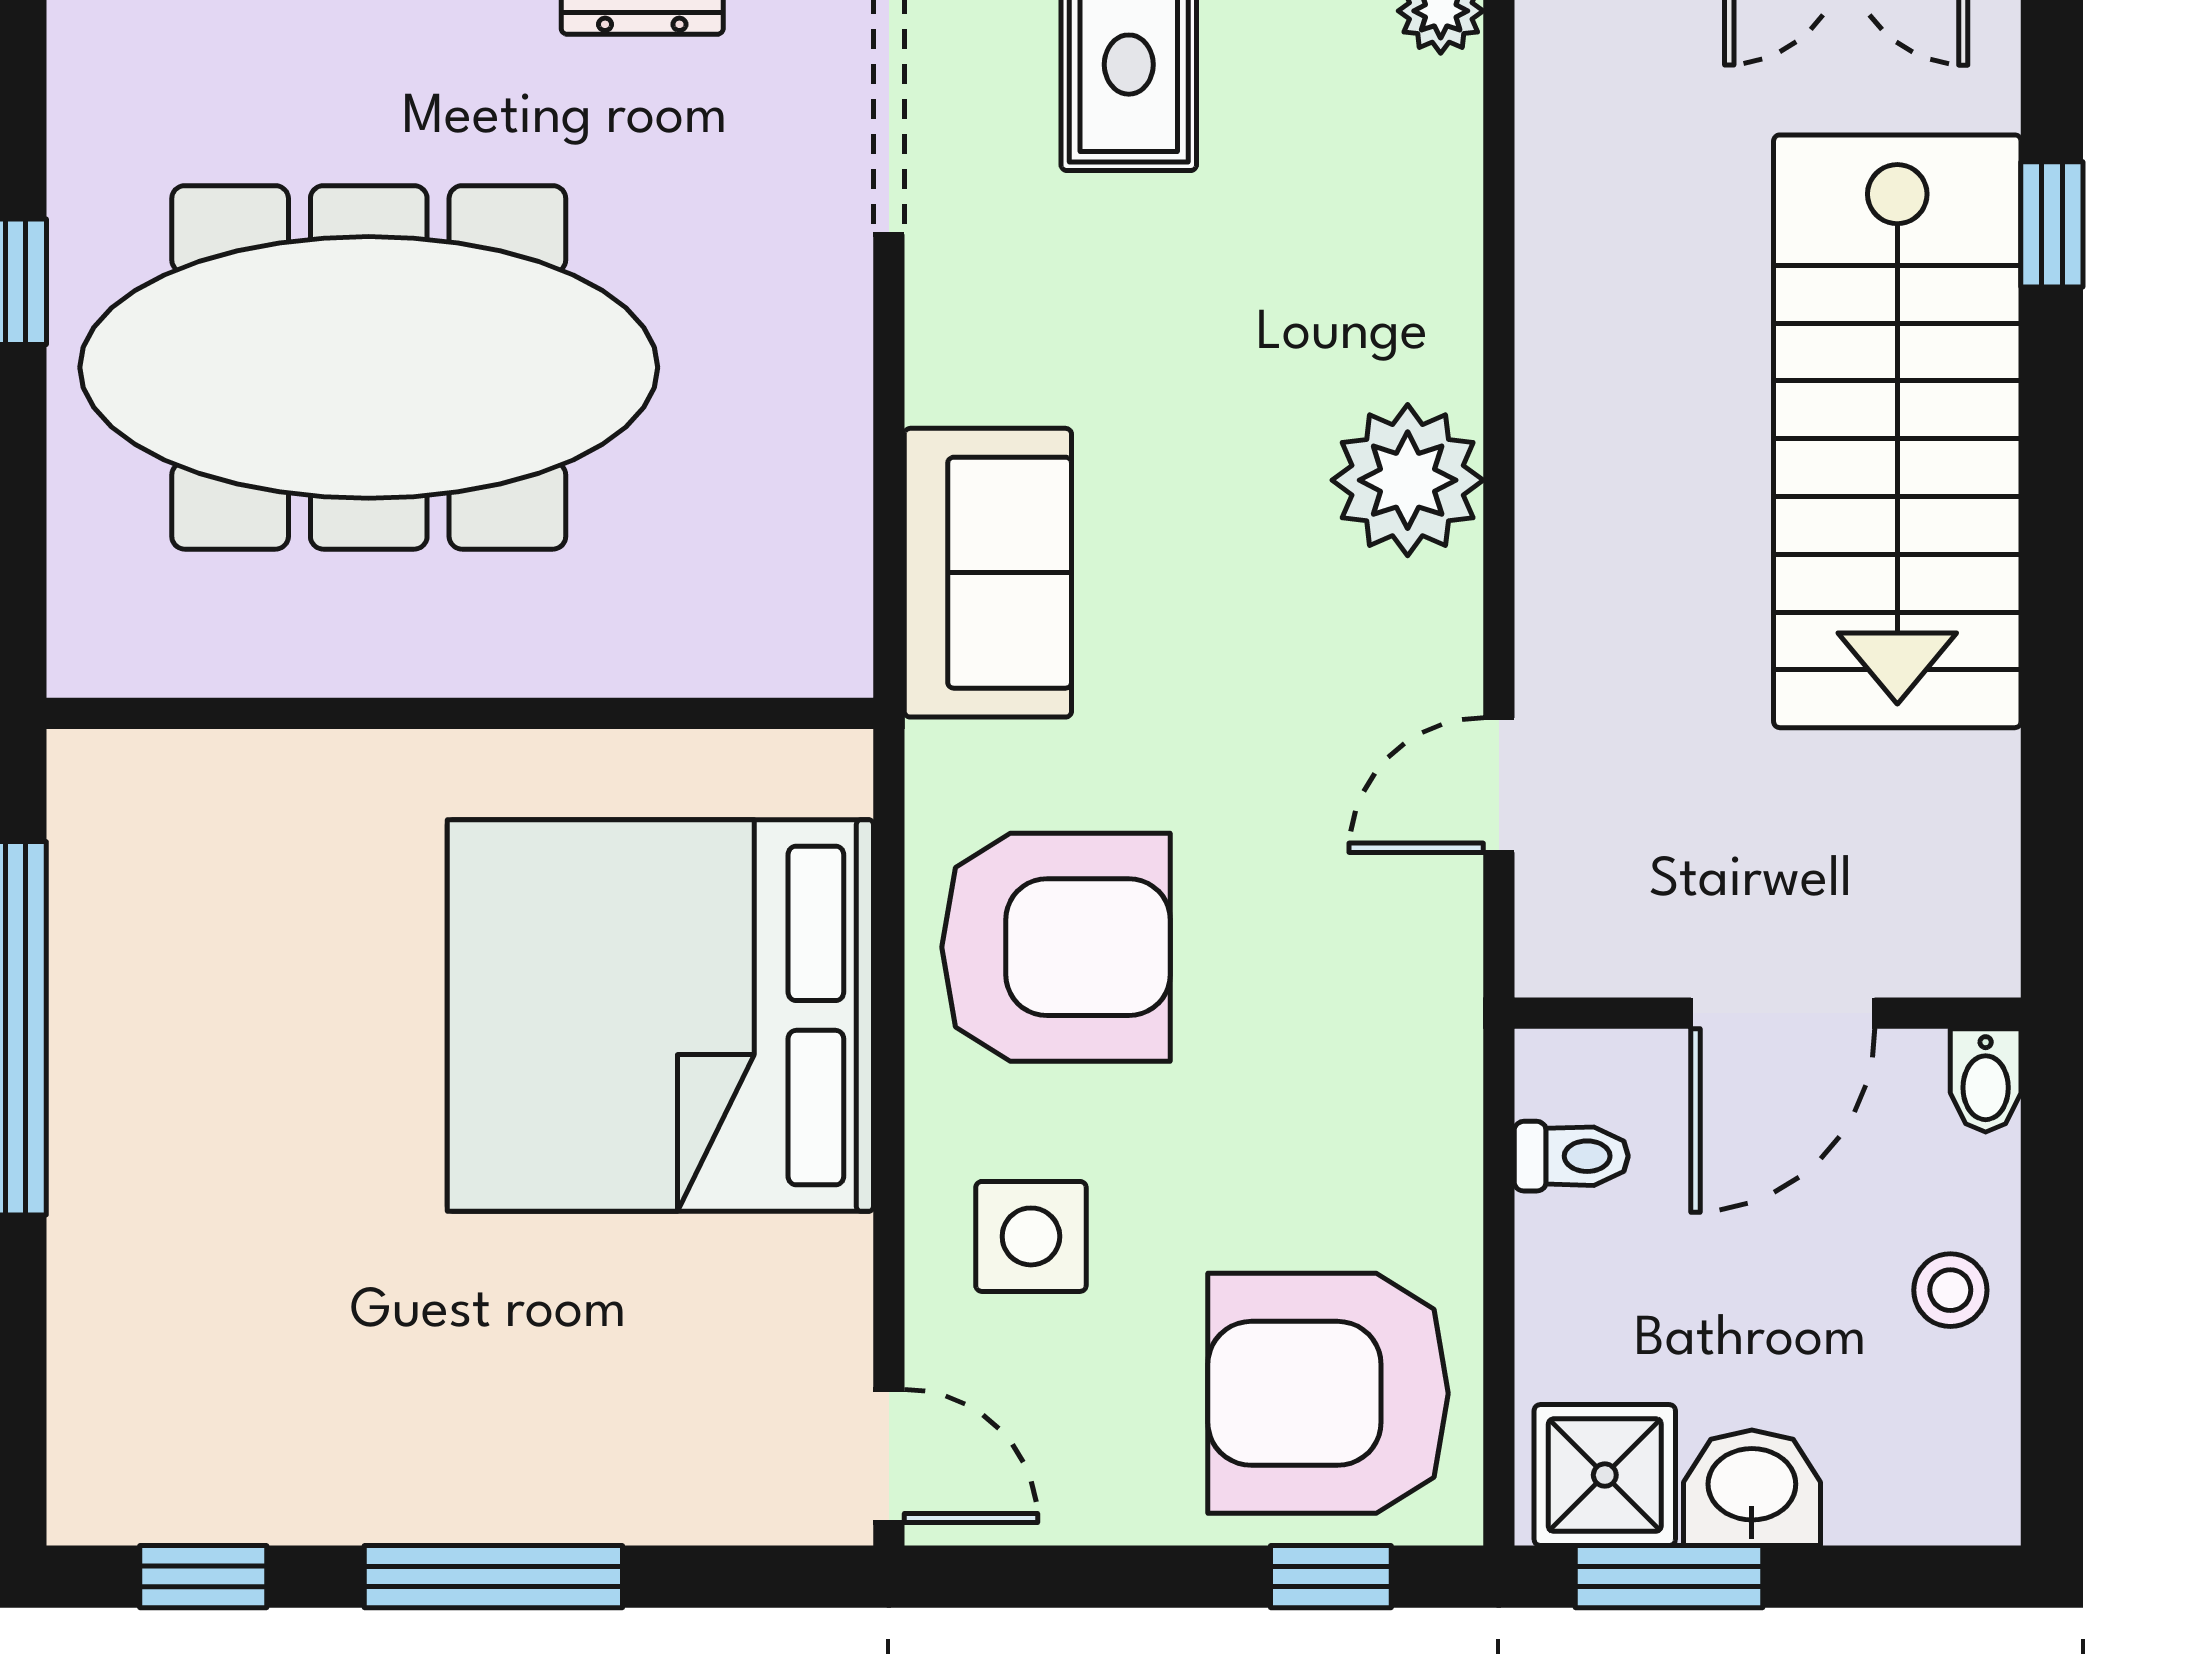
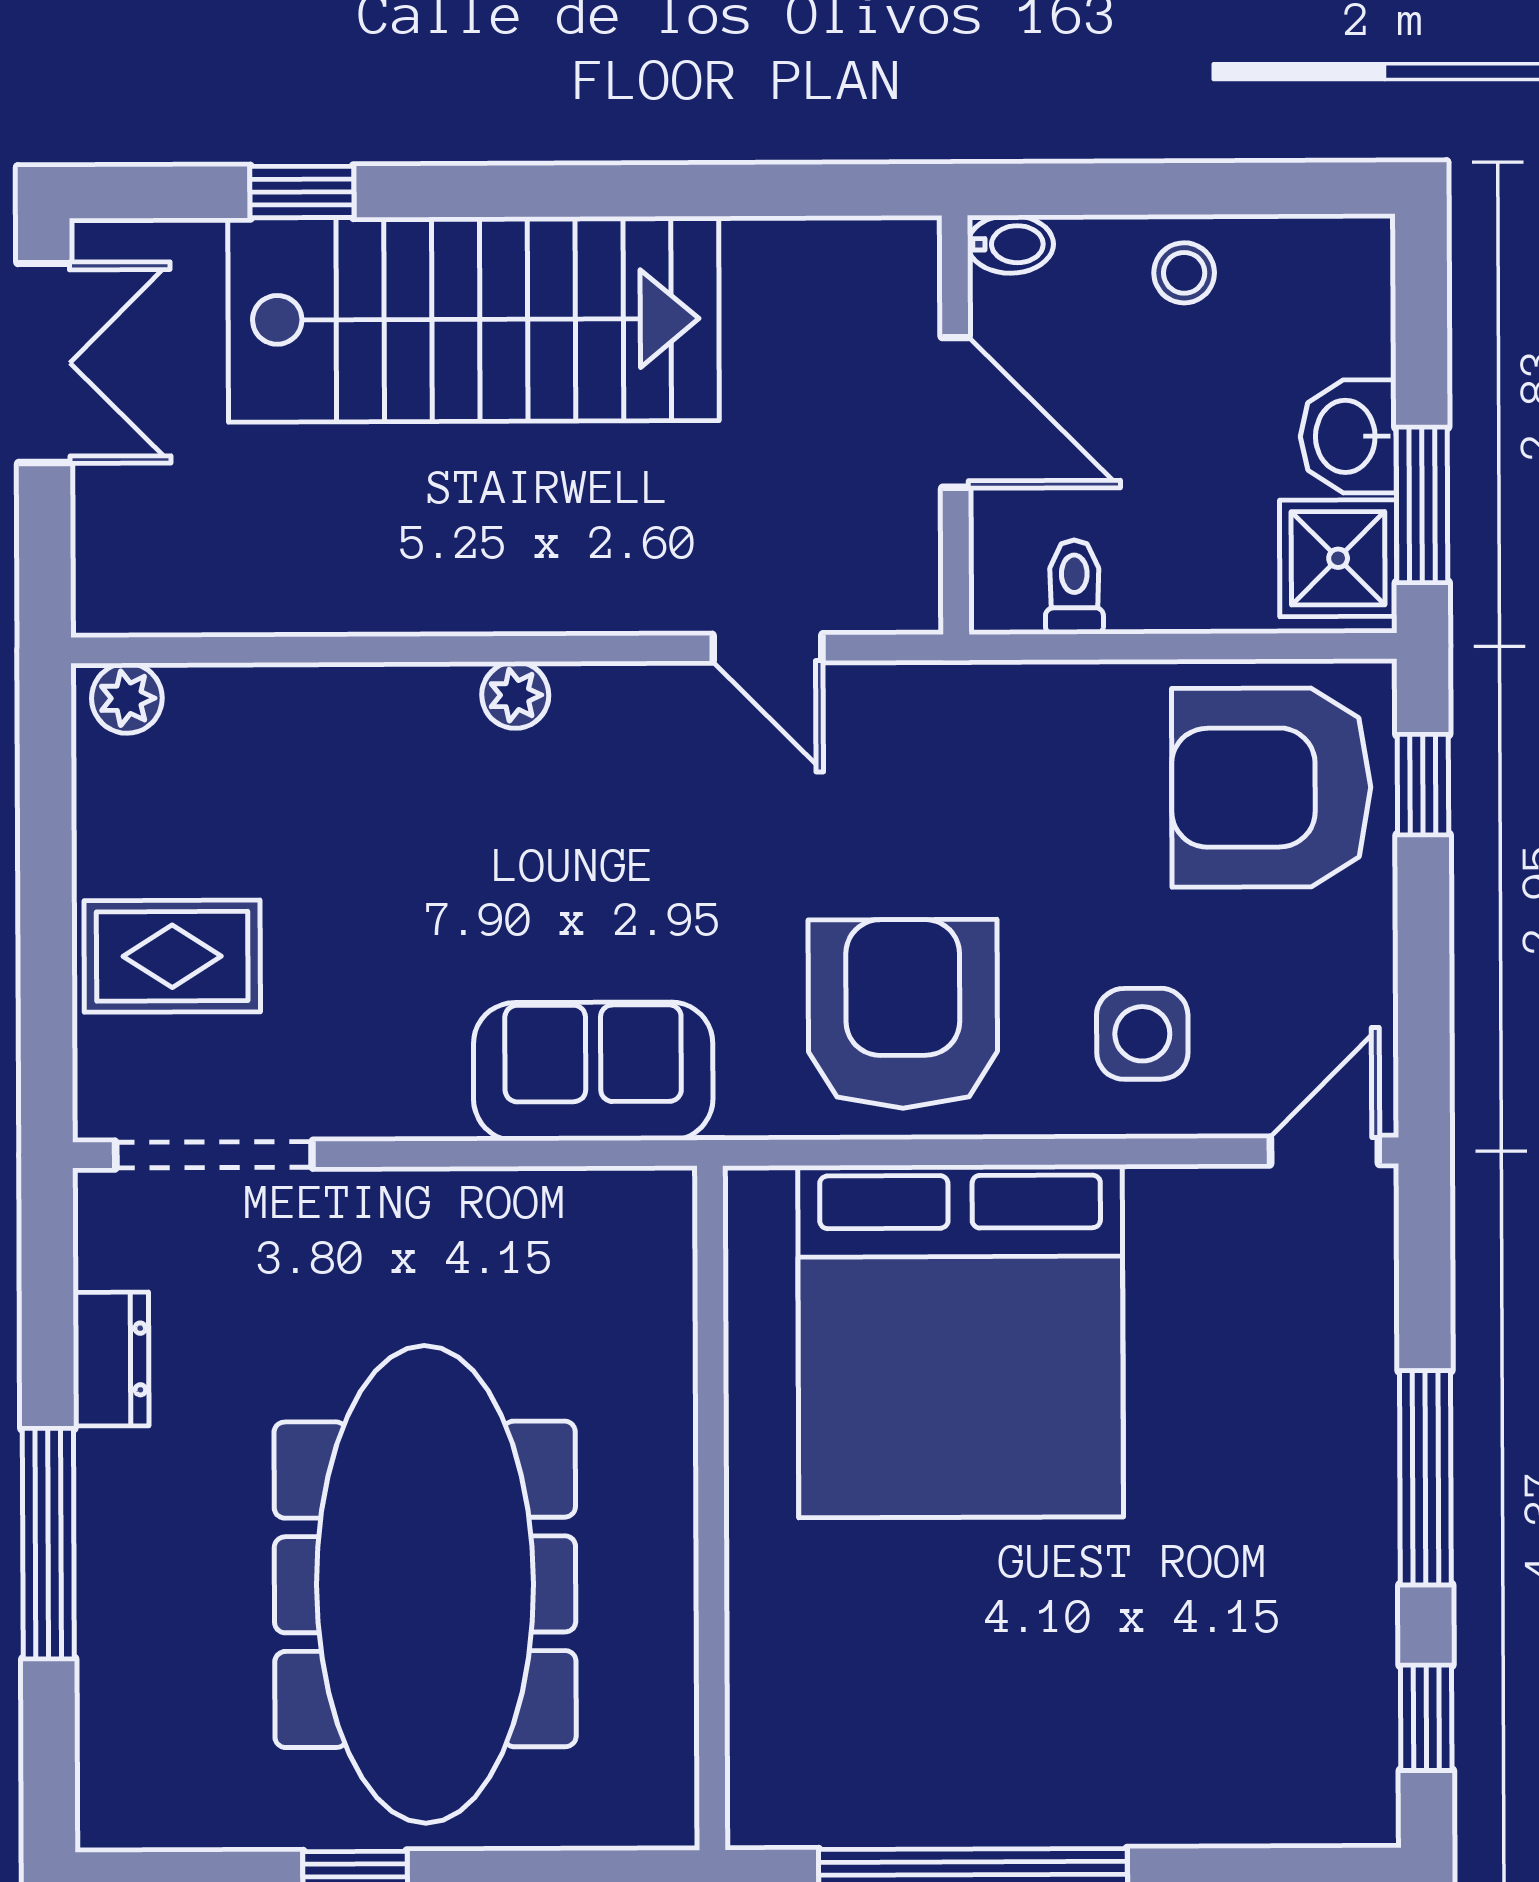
plant: (1408, 480) -> (515, 695), width x0.53, depth x0.53
armchair: (1328, 1393) -> (1271, 787), turned 90

